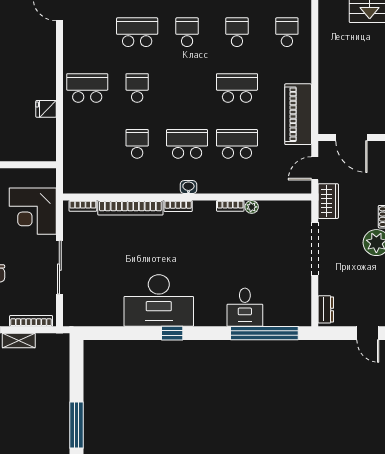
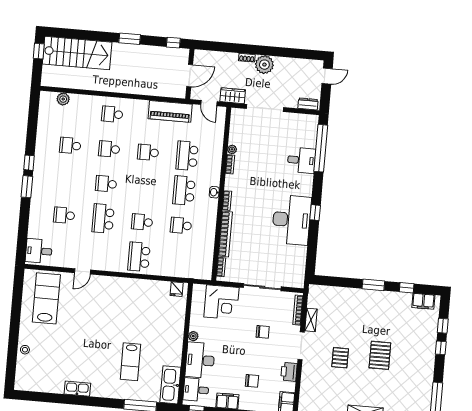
school desk: (237, 88) -> (148, 152), width x0.54
fridge: (46, 109) -> (177, 289), moved
window: (76, 425) -> (373, 285), width x0.69

